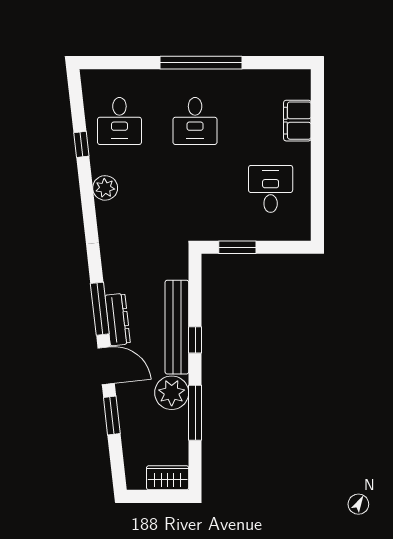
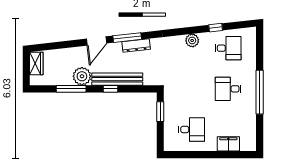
desk: (119, 121) -> (228, 48), turned 180
dresser: (118, 320) -> (136, 45), moved
window: (112, 415) -> (70, 44), removed
wardrobe: (168, 478) -> (36, 63), moved

